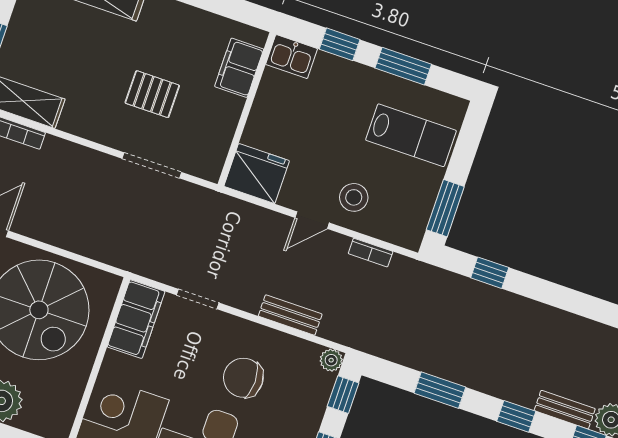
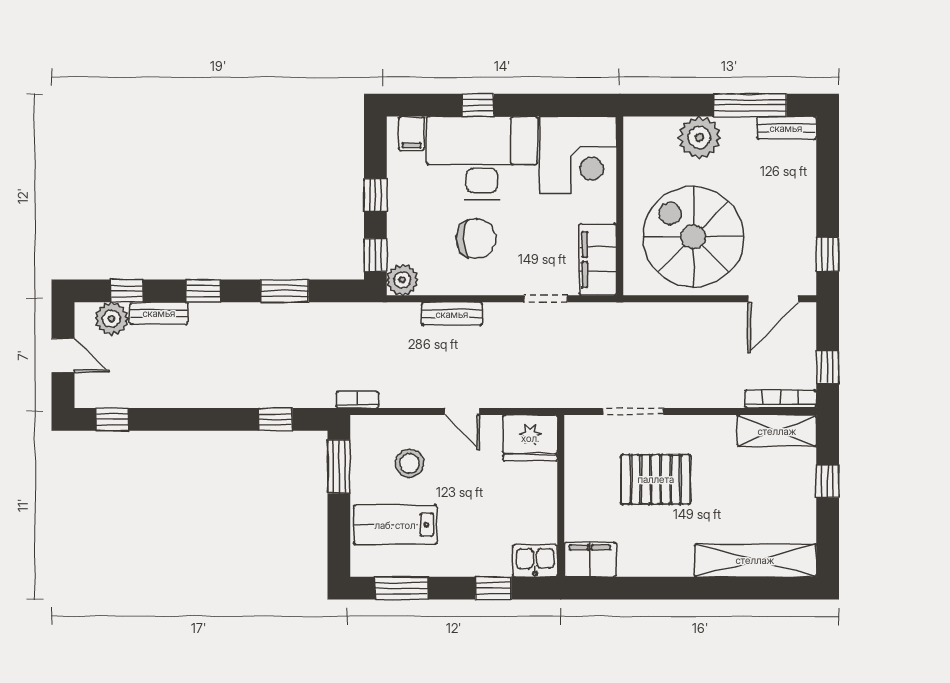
window: (403, 66) -> (402, 588), moved
filing cabinet: (239, 68) -> (590, 560), moved, turned -90
pallet: (152, 94) -> (656, 479), width x1.50, depth x1.42
stool: (354, 197) -> (409, 463), moved
door: (312, 220) -> (462, 411), swing flipped
bookcase: (371, 253) -> (357, 400), moved
plant: (331, 360) -> (402, 280), width x1.38, depth x1.38

